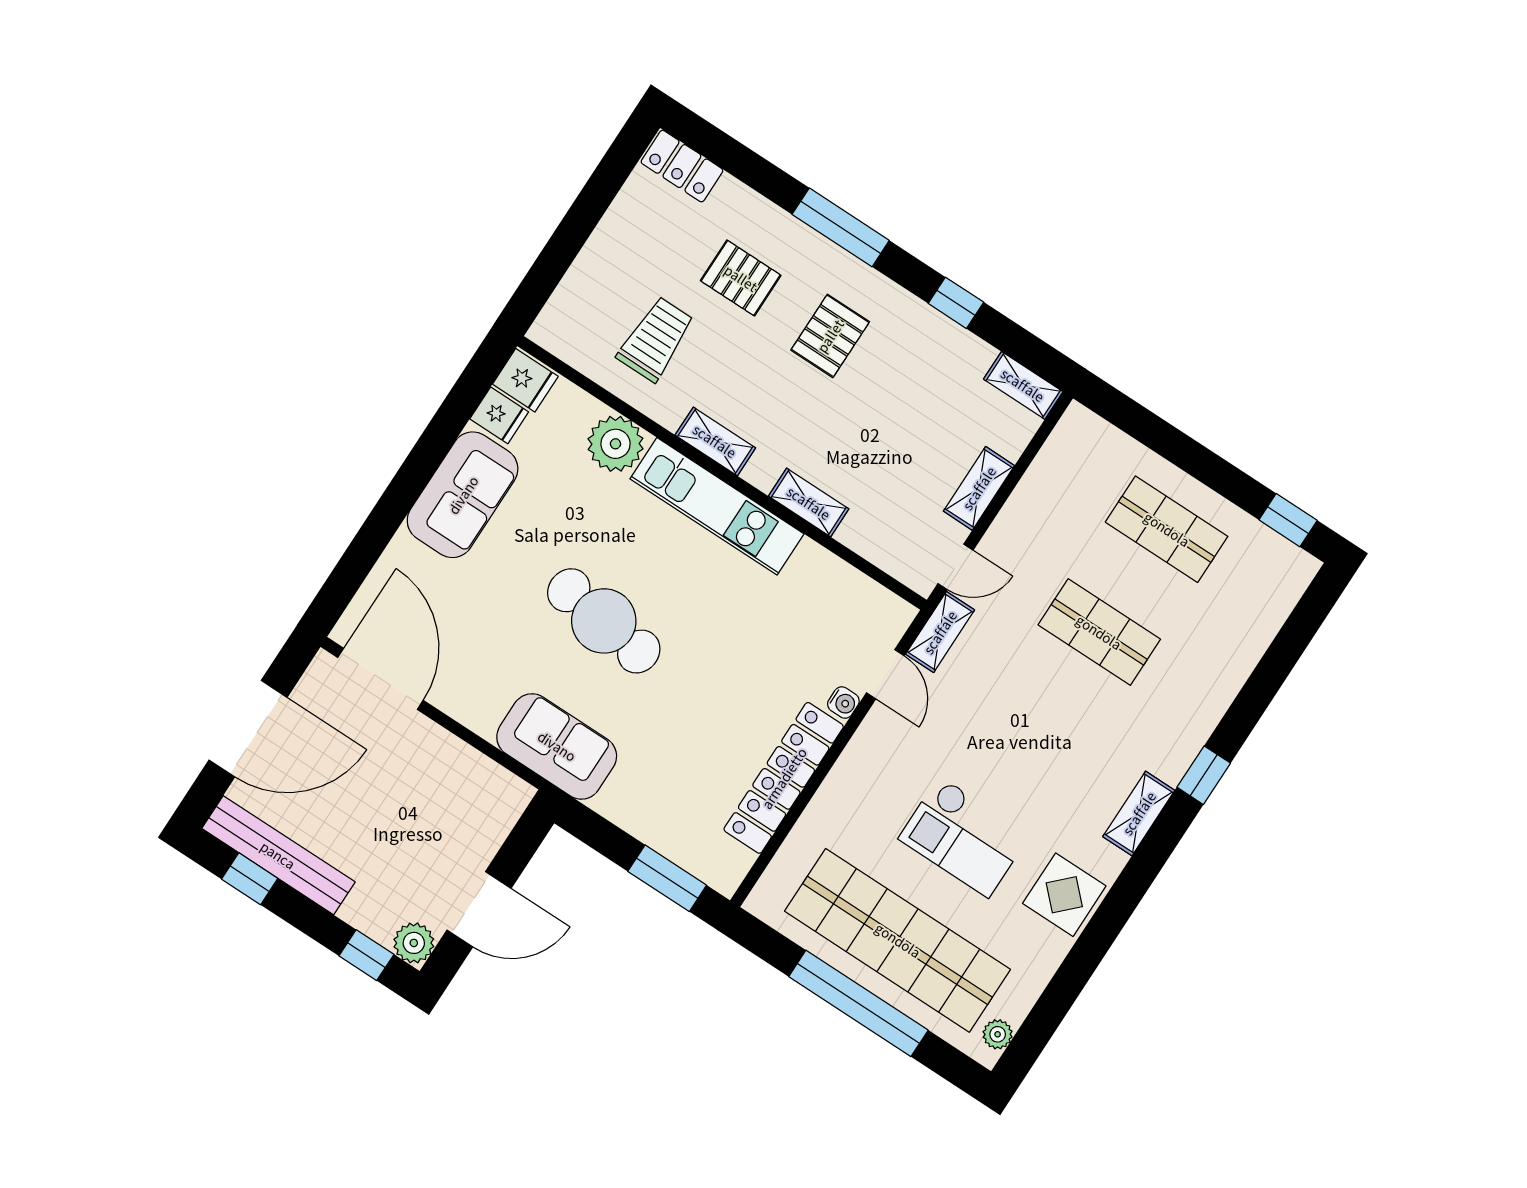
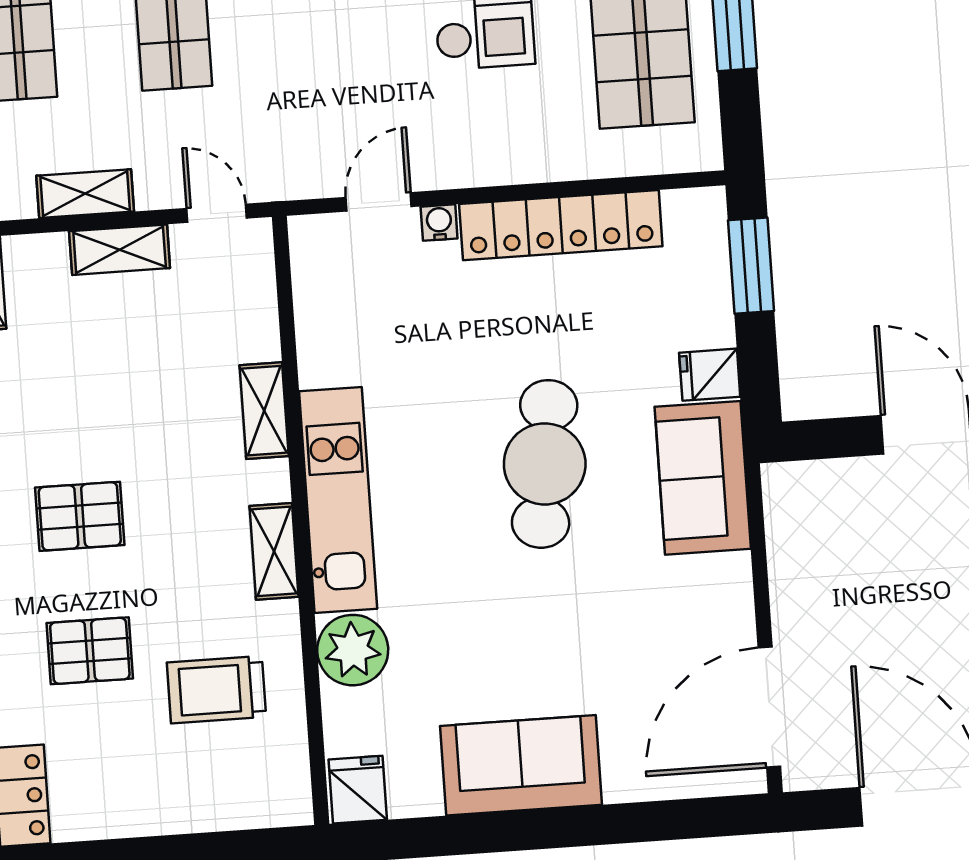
pallet: (741, 278) -> (90, 651), turned 90
fridge: (499, 415) -> (710, 375), moved, turned -90
cafe table: (604, 621) -> (545, 464), moved
shelving: (940, 632) -> (85, 194), moved

